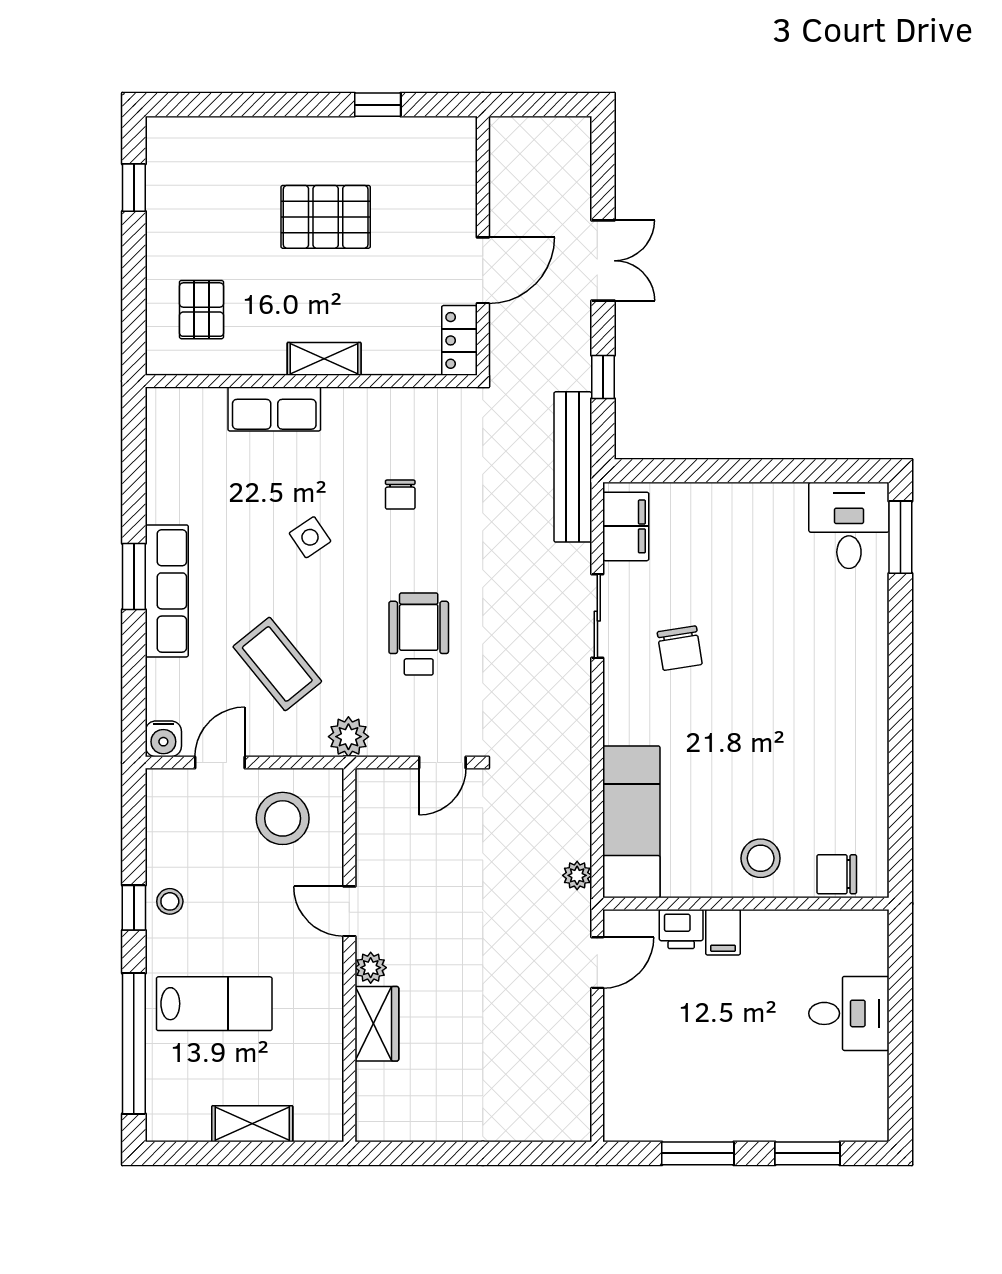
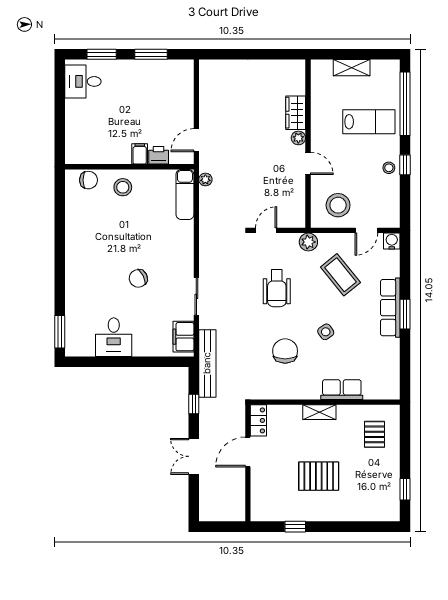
chair: (400, 495) -> (285, 351), width x1.87, depth x1.87
desk: (849, 525) -> (114, 337), moved
chair: (680, 648) -> (138, 278), moved, turned -107
exam couch: (631, 822) -> (185, 195), width x0.73, depth x0.69
lab bench: (214, 1004) -> (369, 122), turned 180
desk: (849, 1013) -> (83, 81), moved

